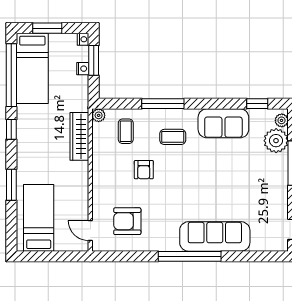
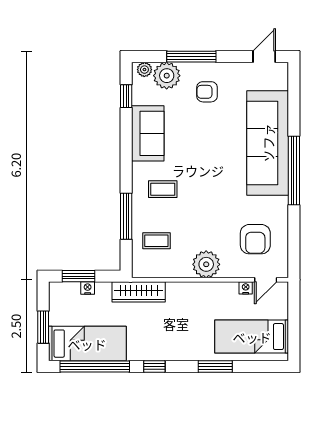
nightstand: (83, 39) -> (246, 288), moved
window: (163, 104) -> (126, 216), moved
plant: (99, 115) -> (206, 264), moved, width x1.87, depth x1.87
wardrobe: (79, 136) -> (139, 292), moved
coffee table: (173, 137) -> (163, 189), turned 90
armchair: (144, 170) -> (207, 92), moved, turned 180
sofa: (215, 236) -> (268, 143), width x1.36, depth x1.27

